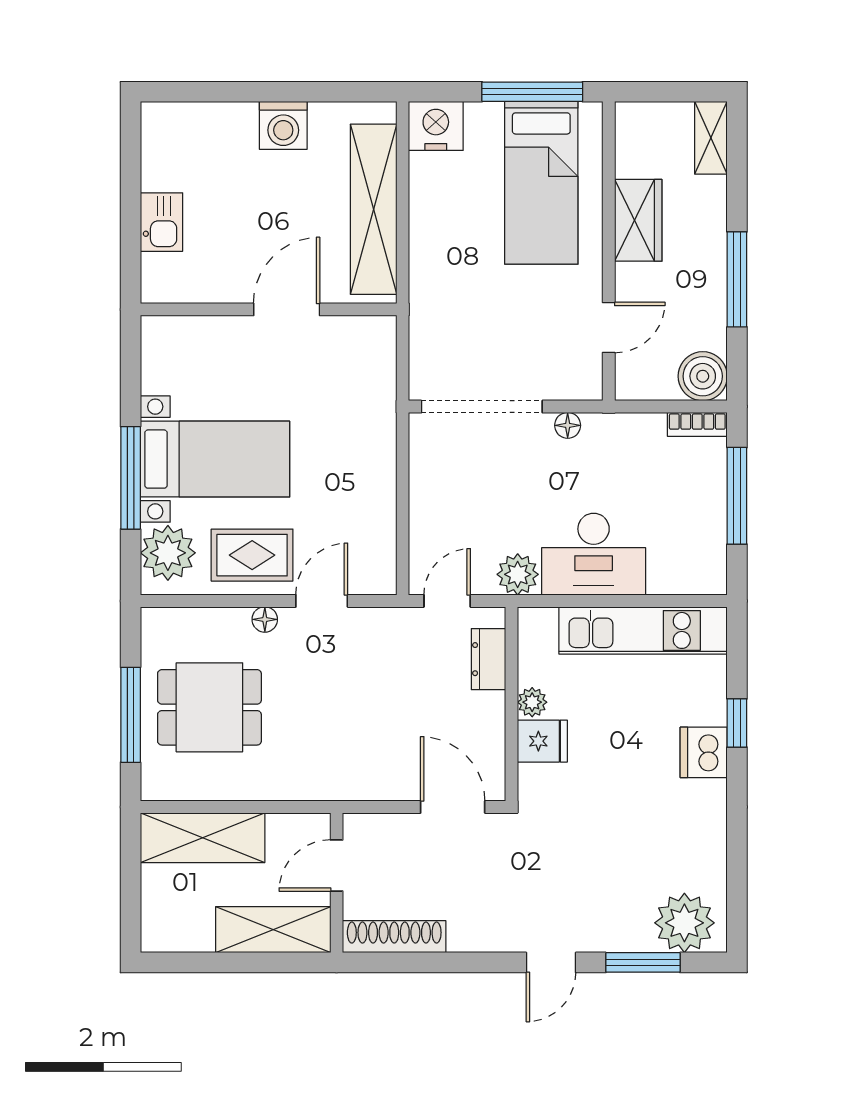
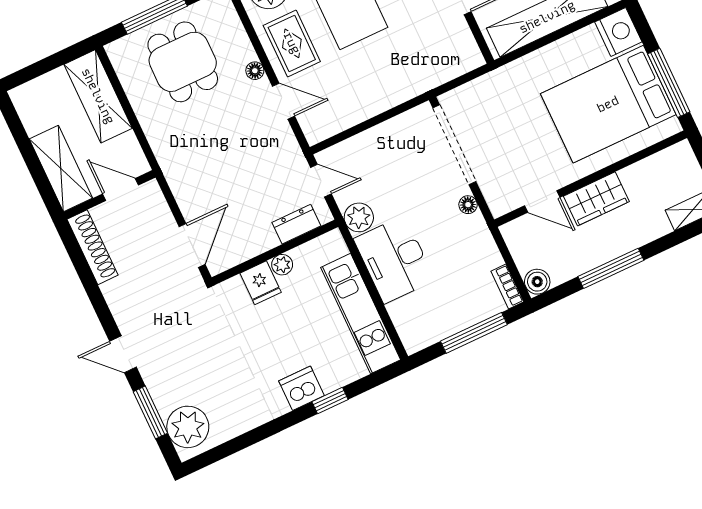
bed: (541, 183) -> (608, 104), width x1.50
wardrobe: (638, 220) -> (596, 199), moved
boiler: (703, 376) -> (537, 282), width x0.73, depth x0.73

